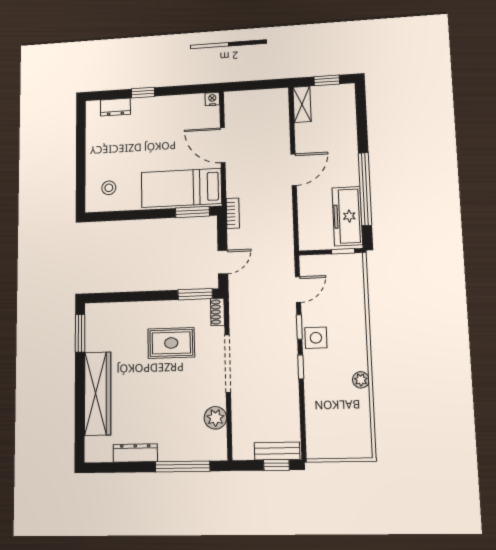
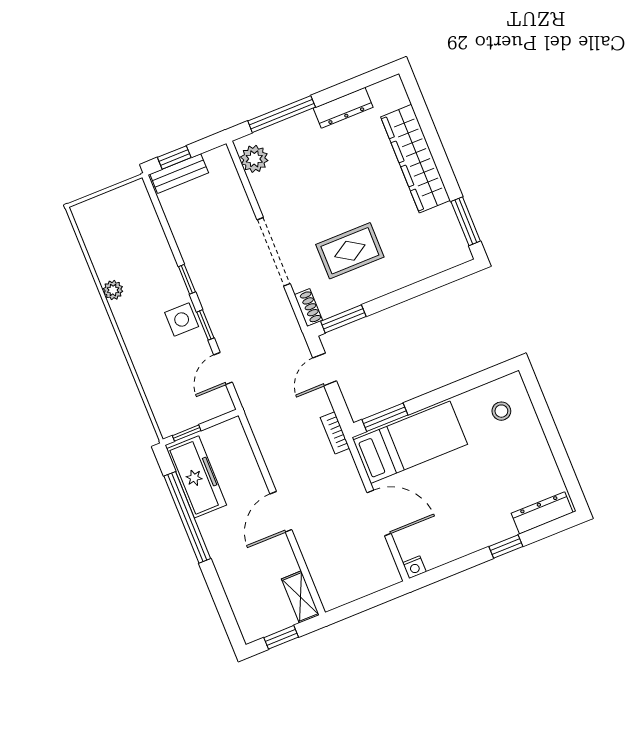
dresser: (115, 107) -> (542, 513), width x1.44
plant: (215, 418) -> (254, 159), moved

